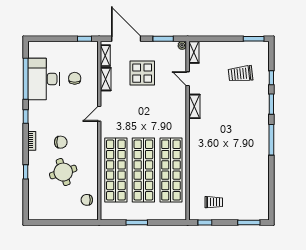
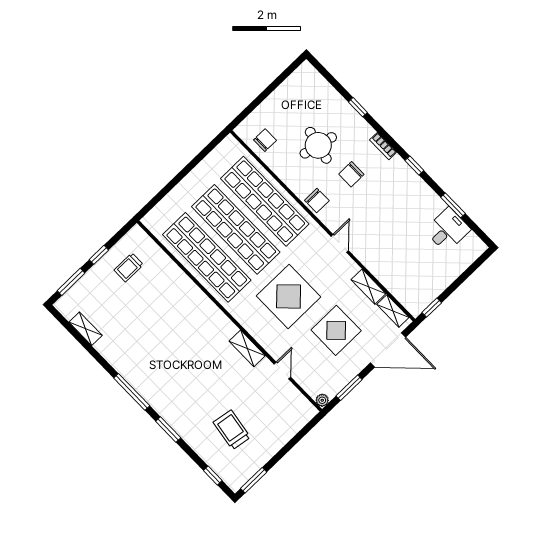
shelving: (194, 52) -> (86, 329), moved
trolley: (240, 74) -> (232, 430), turned -75
chair: (75, 78) -> (317, 200), moved
window: (271, 78) -> (213, 476), moved
window: (26, 79) -> (453, 205), width x0.47
desk: (44, 79) -> (448, 230), width x0.53, depth x0.77
door: (188, 79) -> (282, 371), hinge flipped
display table: (149, 112) -> (289, 296), added
round table: (63, 172) -> (318, 145), turned 31
window: (137, 222) -> (189, 167), removed
window: (205, 222) -> (99, 255), moved

